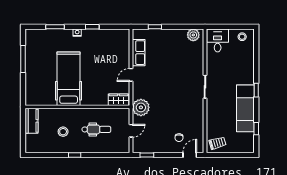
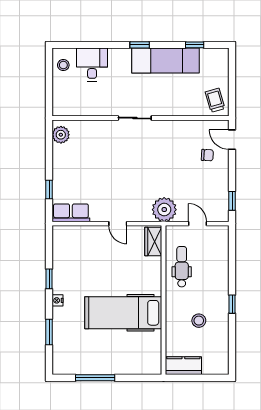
desk: (218, 40) -> (92, 65), moved, turned 90
row of seats: (139, 53) -> (71, 213), moved
dental chair: (96, 129) -> (182, 267), moved

